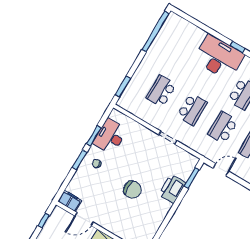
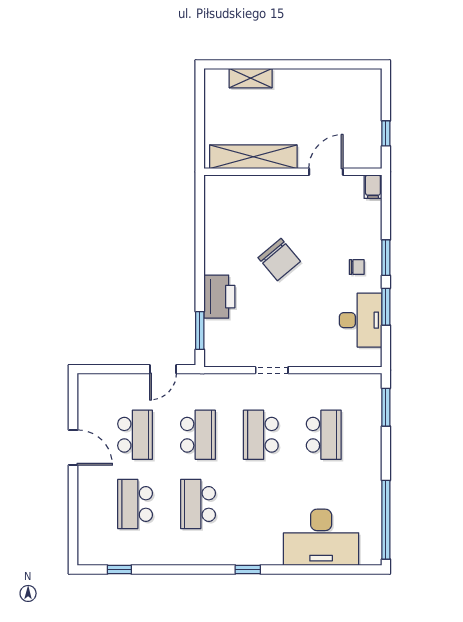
desk: (219, 57) -> (321, 537), moved
chair: (132, 190) -> (279, 259), turned -130
filing cabinet: (70, 201) -> (373, 187), width x0.50

